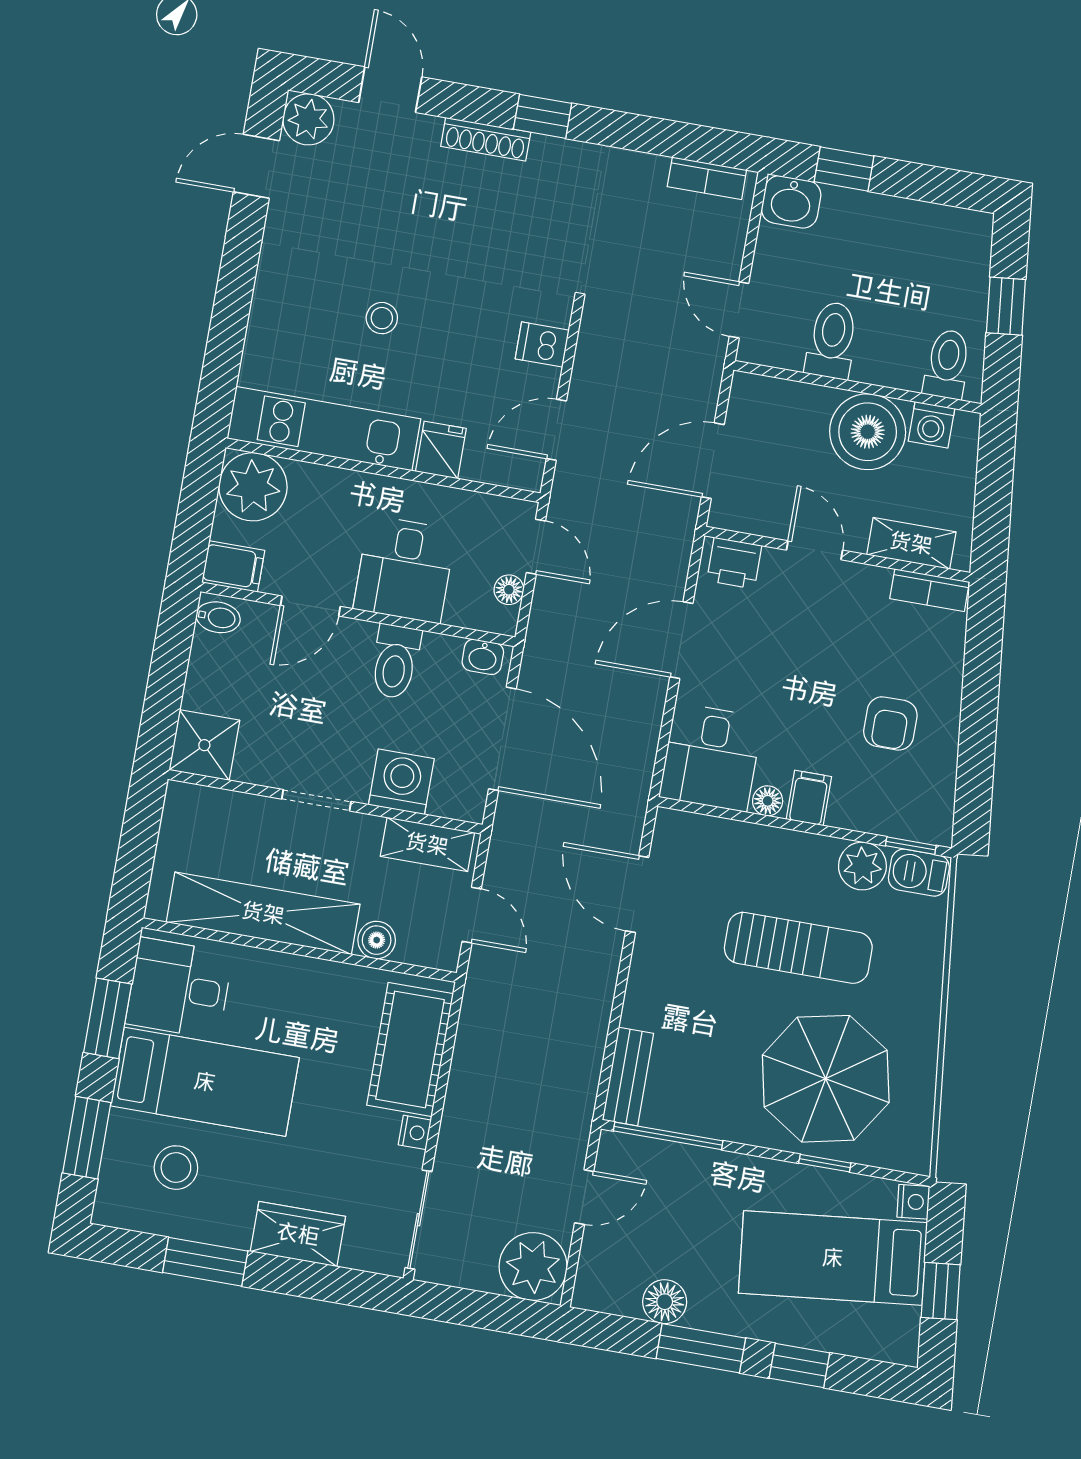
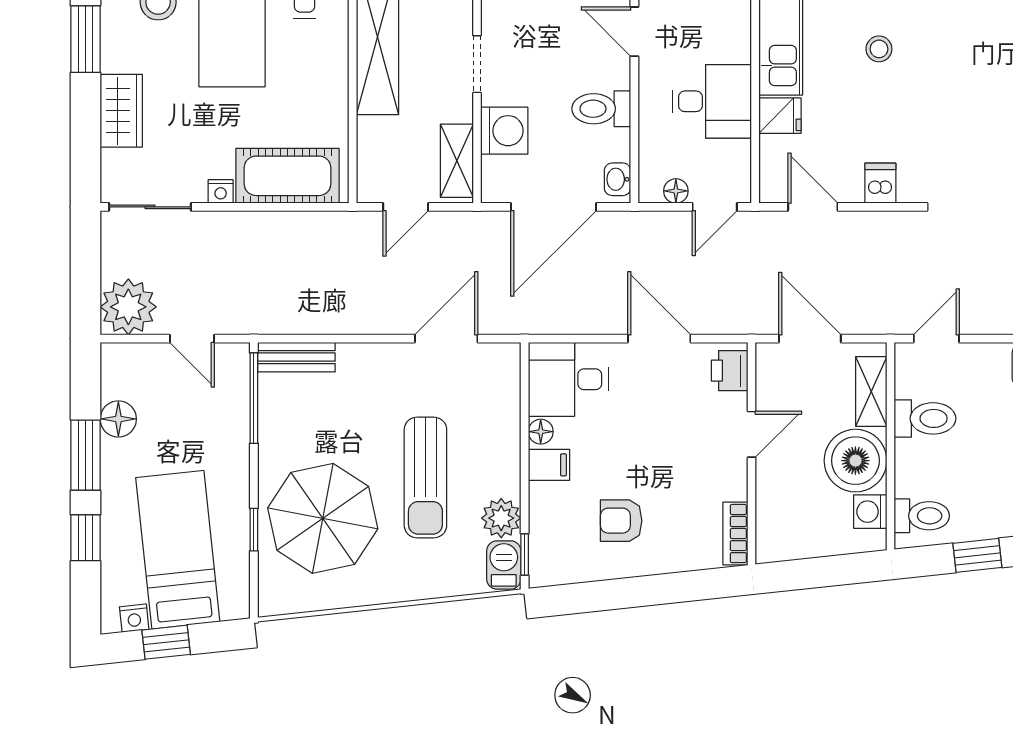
shelving: (911, 543) -> (871, 391), moved
desk: (405, 569) -> (712, 101), moved, turned 180
boiler: (377, 940) -> (372, 133), removed
nightstand: (913, 1202) -> (134, 618), moved

